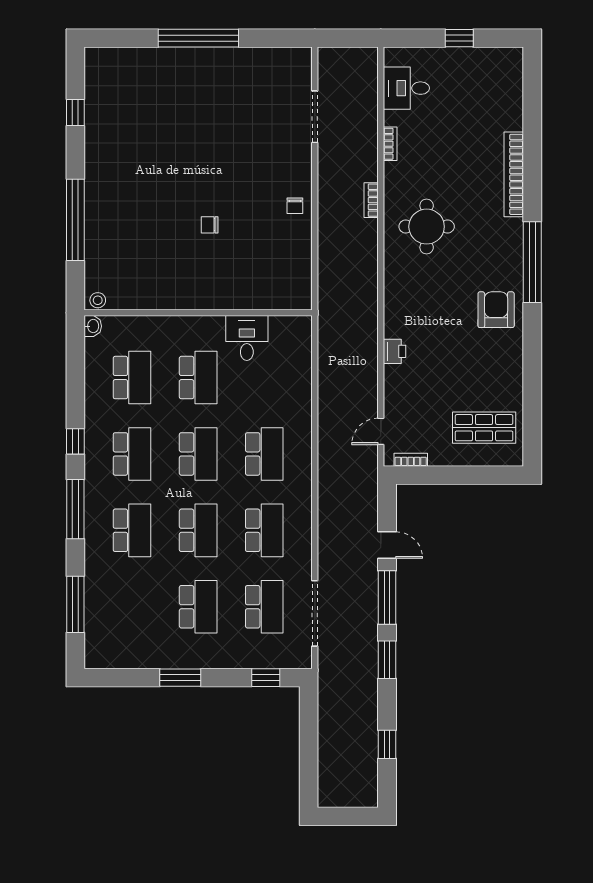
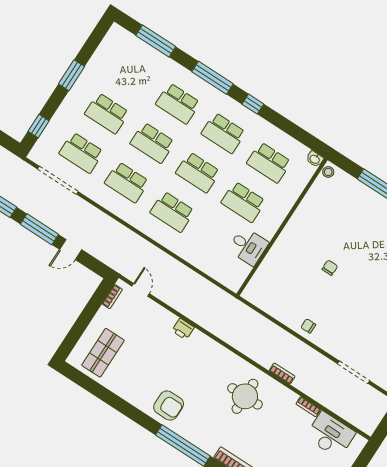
desk: (406, 88) -> (330, 435), width x1.37

